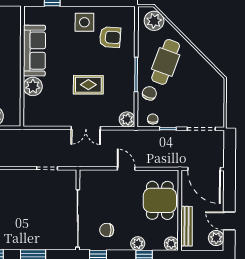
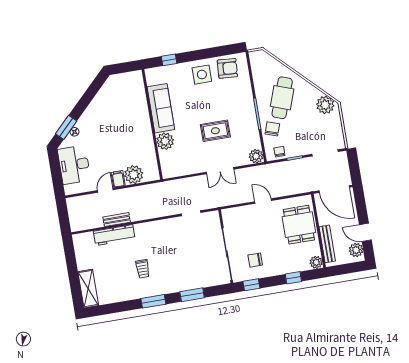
plant: (154, 21) -> (325, 105), moved
armchair: (110, 37) -> (227, 68), moved
plant: (138, 244) -> (286, 267), removed

